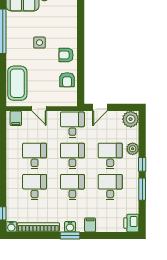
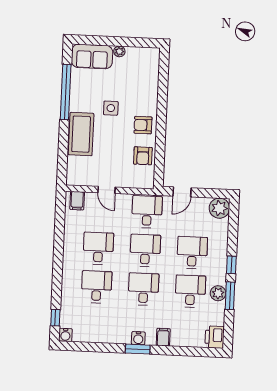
coffee table: (17, 83) -> (81, 134), moved
plant: (133, 149) -> (218, 293), moved
bookcase: (38, 227) -> (99, 337), removed

